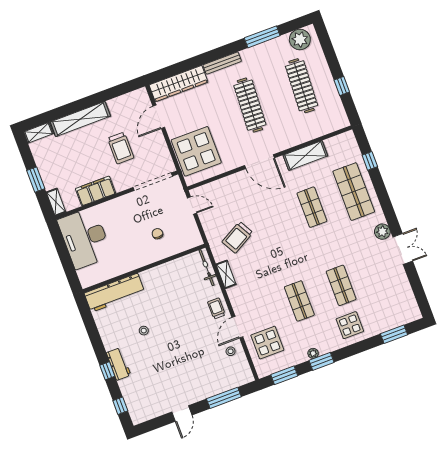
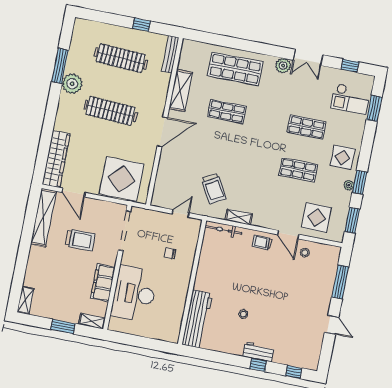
plant: (300, 39) -> (72, 84), moved
bench: (222, 63) -> (170, 54), moved
shelving: (80, 119) -> (44, 218), moved
window: (370, 161) -> (350, 66), moved
door: (192, 206) -> (181, 213), moved
desk: (85, 238) -> (134, 294), moved, turned 90
double door: (403, 249) -> (308, 57), swing flipped
checkout: (389, 308) -> (350, 99), added
display table: (350, 325) -> (343, 157), moved

